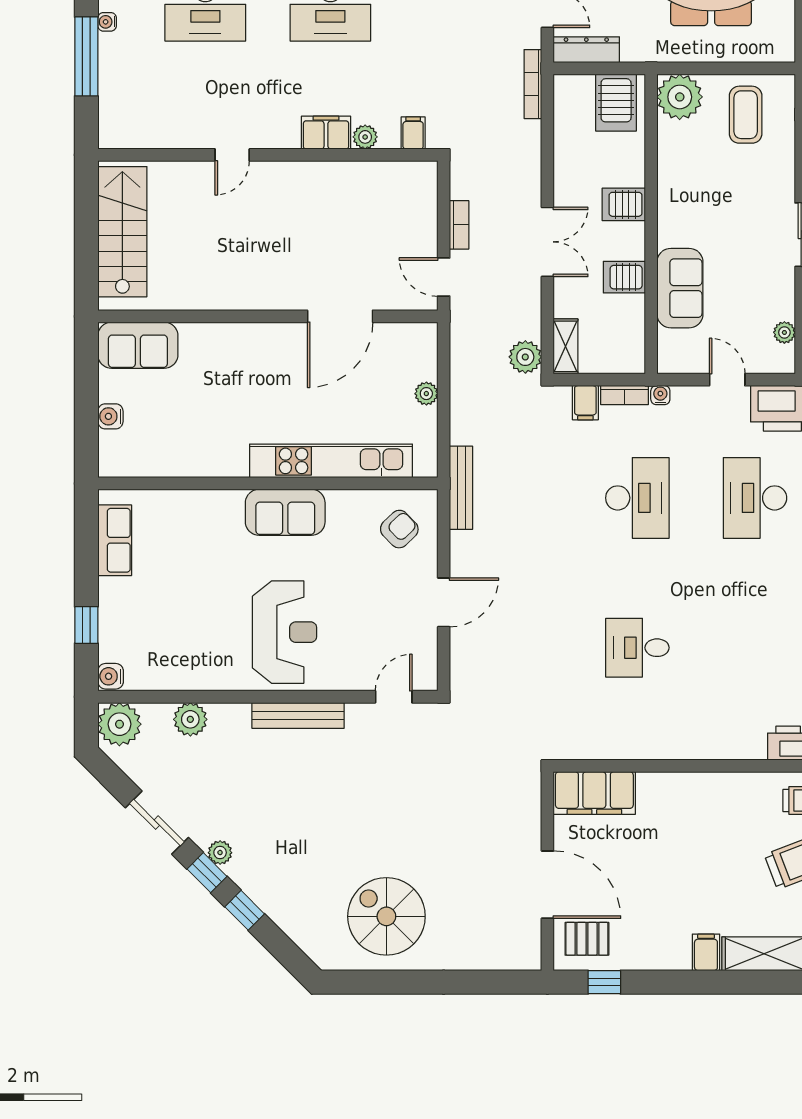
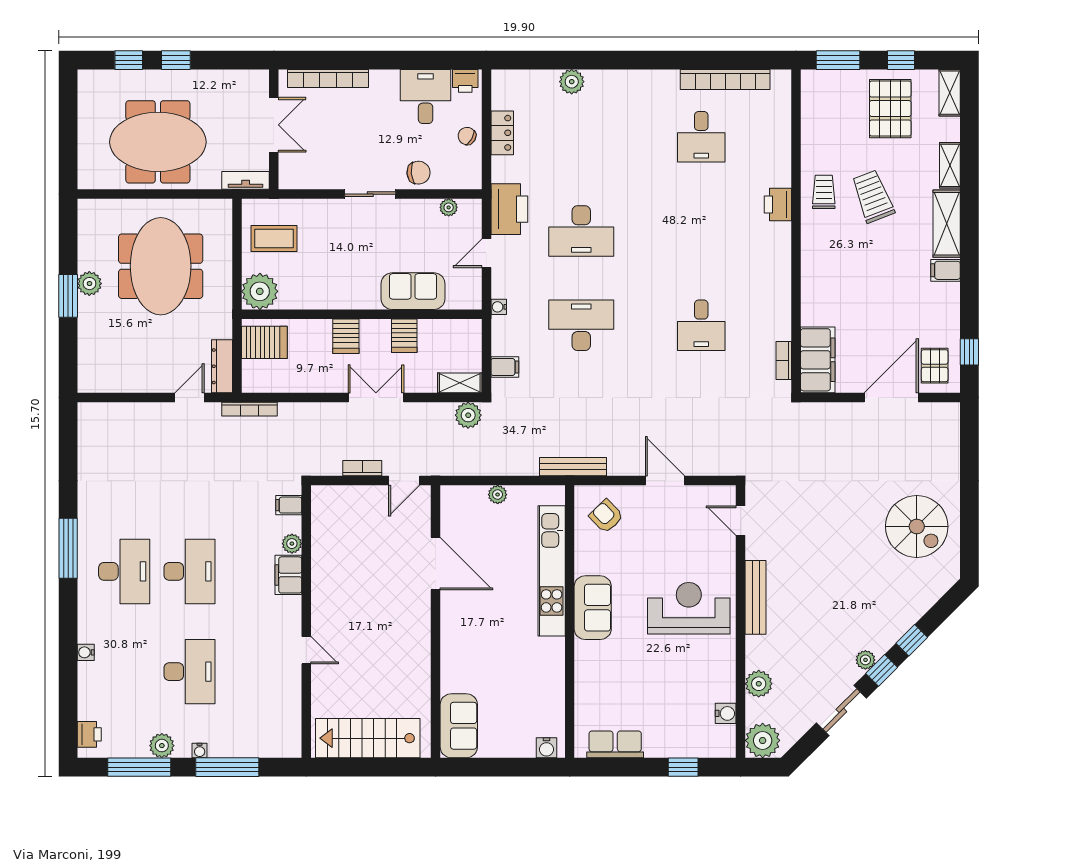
bookcase: (624, 395) -> (784, 361), moved, turned 180
water cooler: (110, 416) -> (546, 748), moved
water cooler: (111, 676) -> (726, 713), moved, turned -90
spiral stairs: (386, 916) -> (917, 526), turned -90

